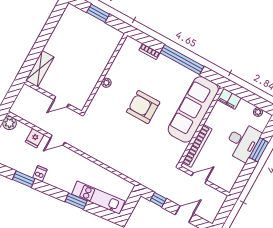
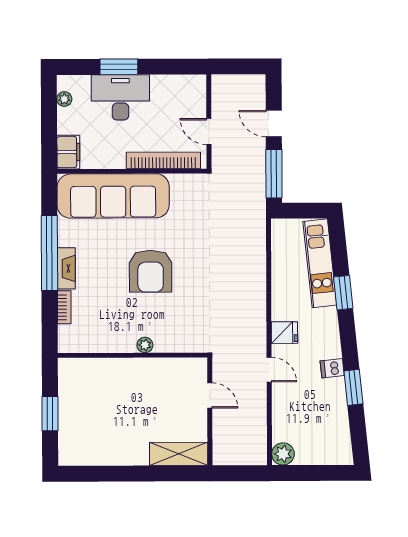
fireplace: (169, 64) -> (66, 268), added
fridge: (35, 138) -> (284, 333), moved
window: (158, 200) -> (274, 174), width x2.17

